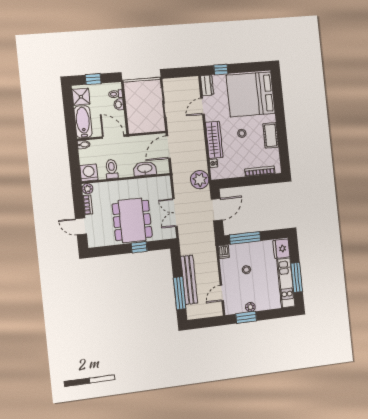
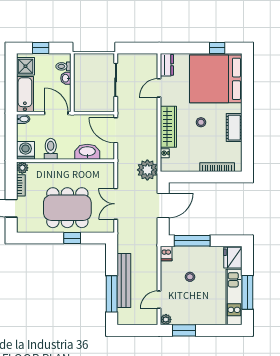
window: (221, 69) -> (217, 48), moved
door: (168, 147) -> (116, 130), hinge flipped
dining table: (132, 220) -> (67, 208), turned 90
plant: (250, 307) -> (166, 319), moved

